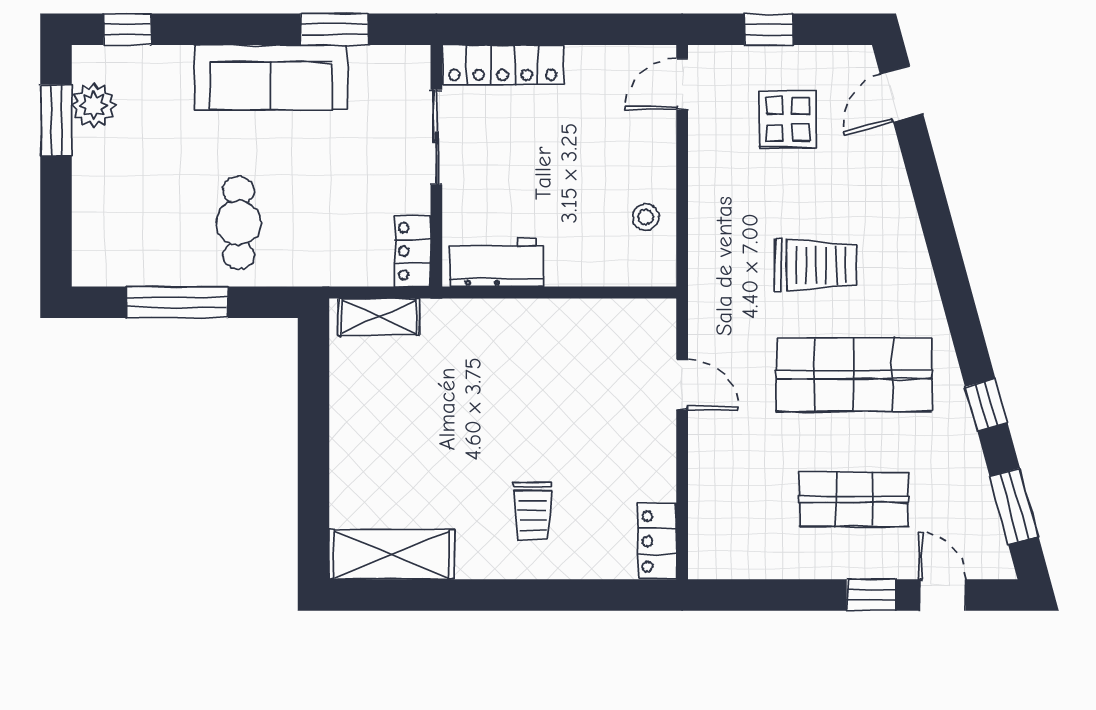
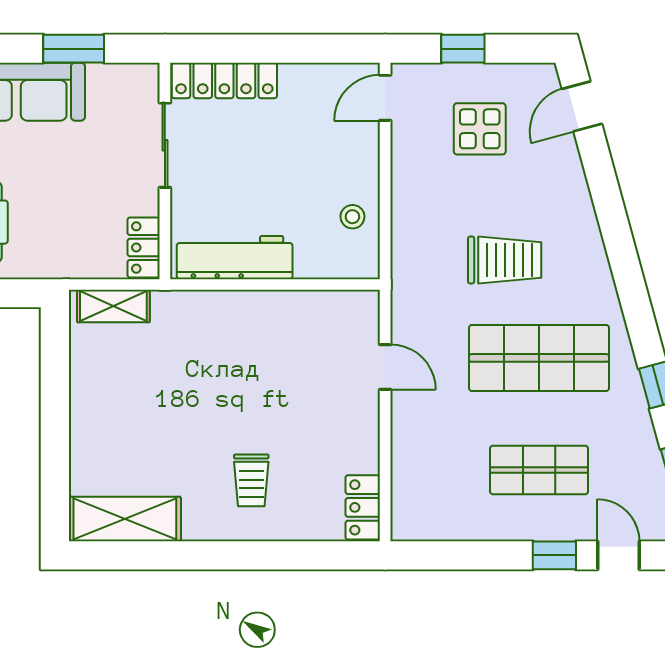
workbench: (496, 263) -> (235, 258), width x1.38

